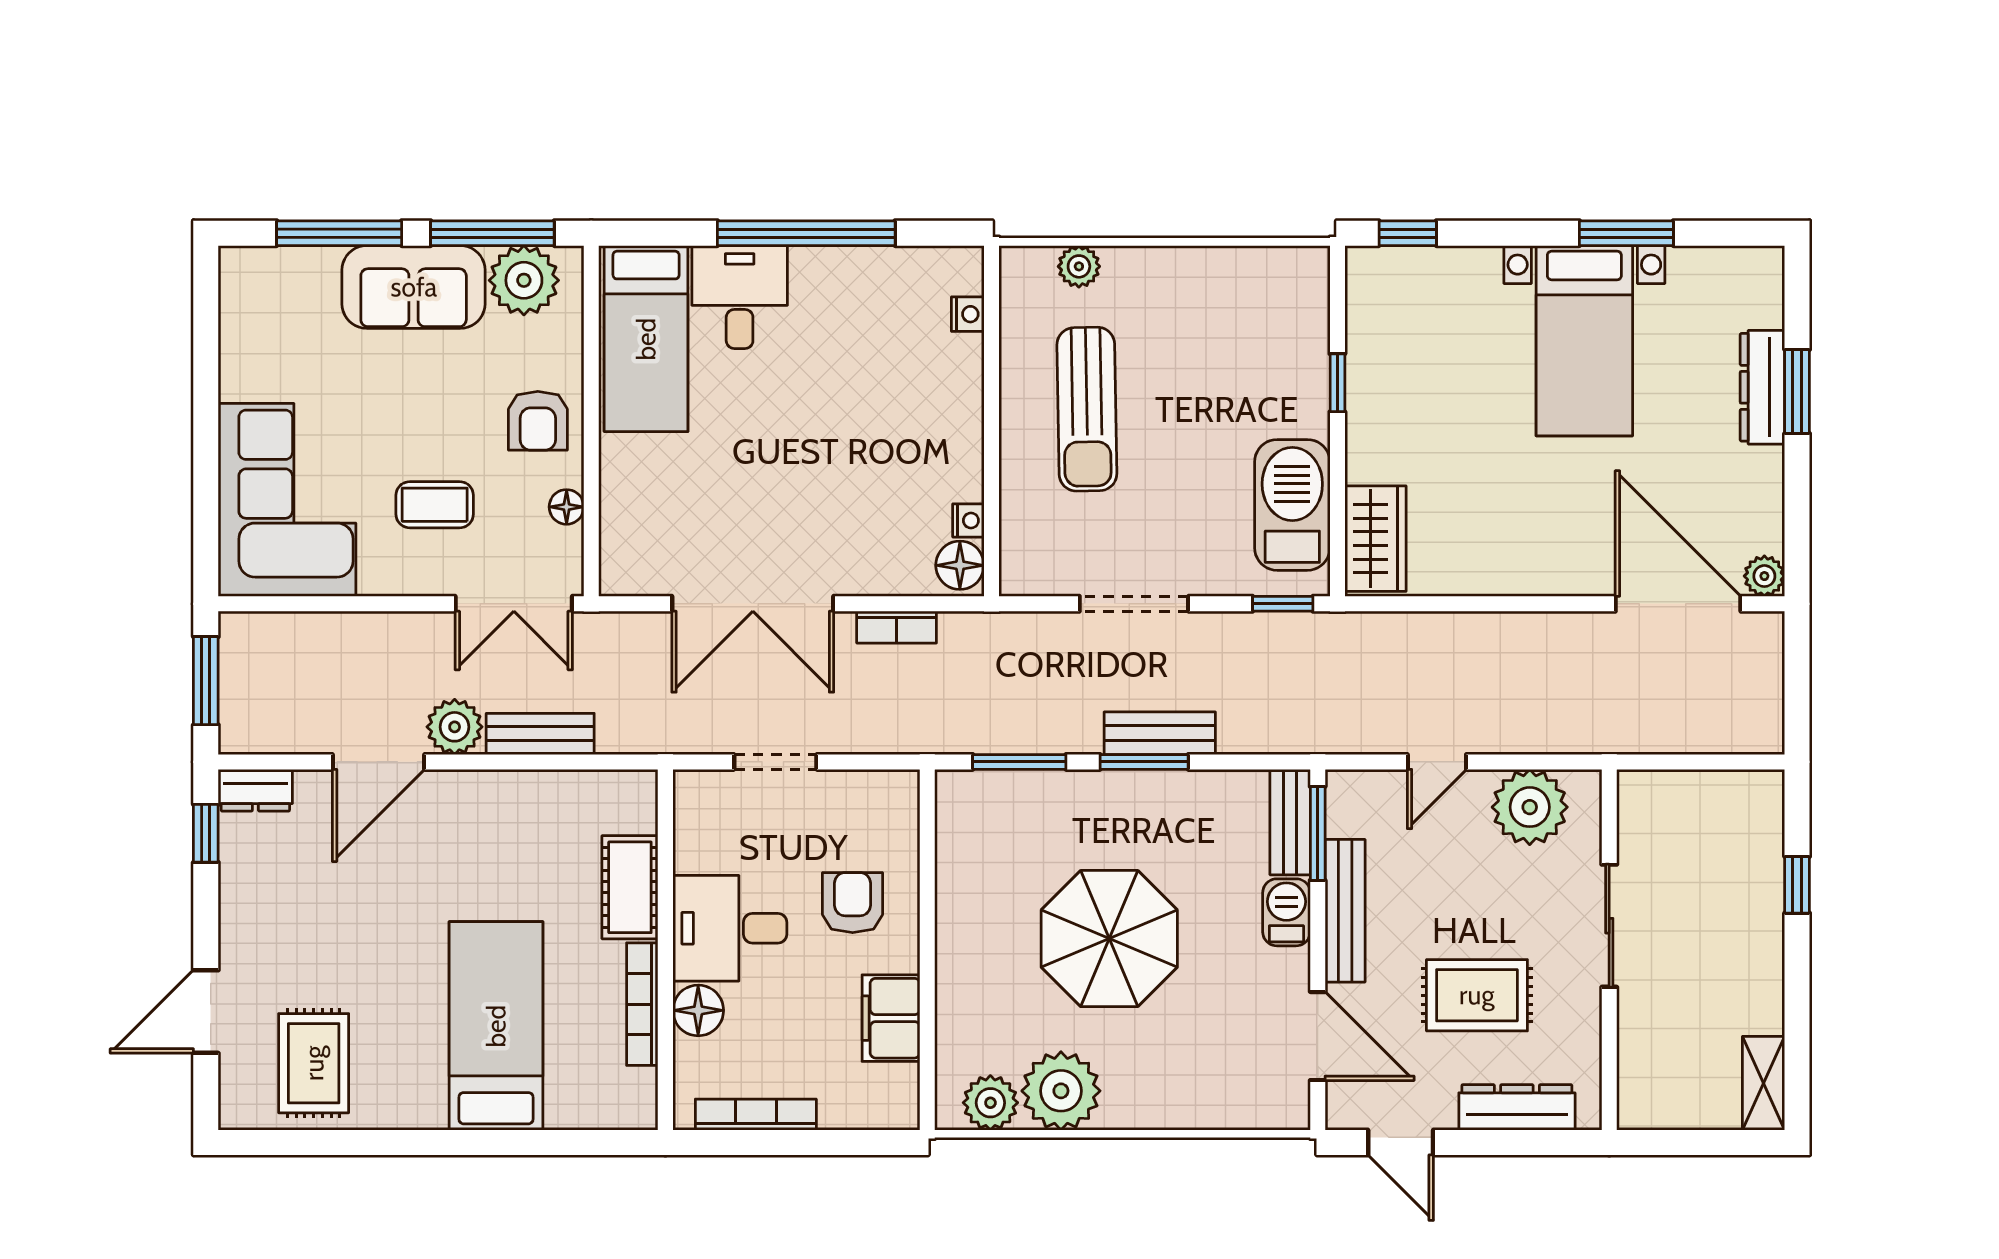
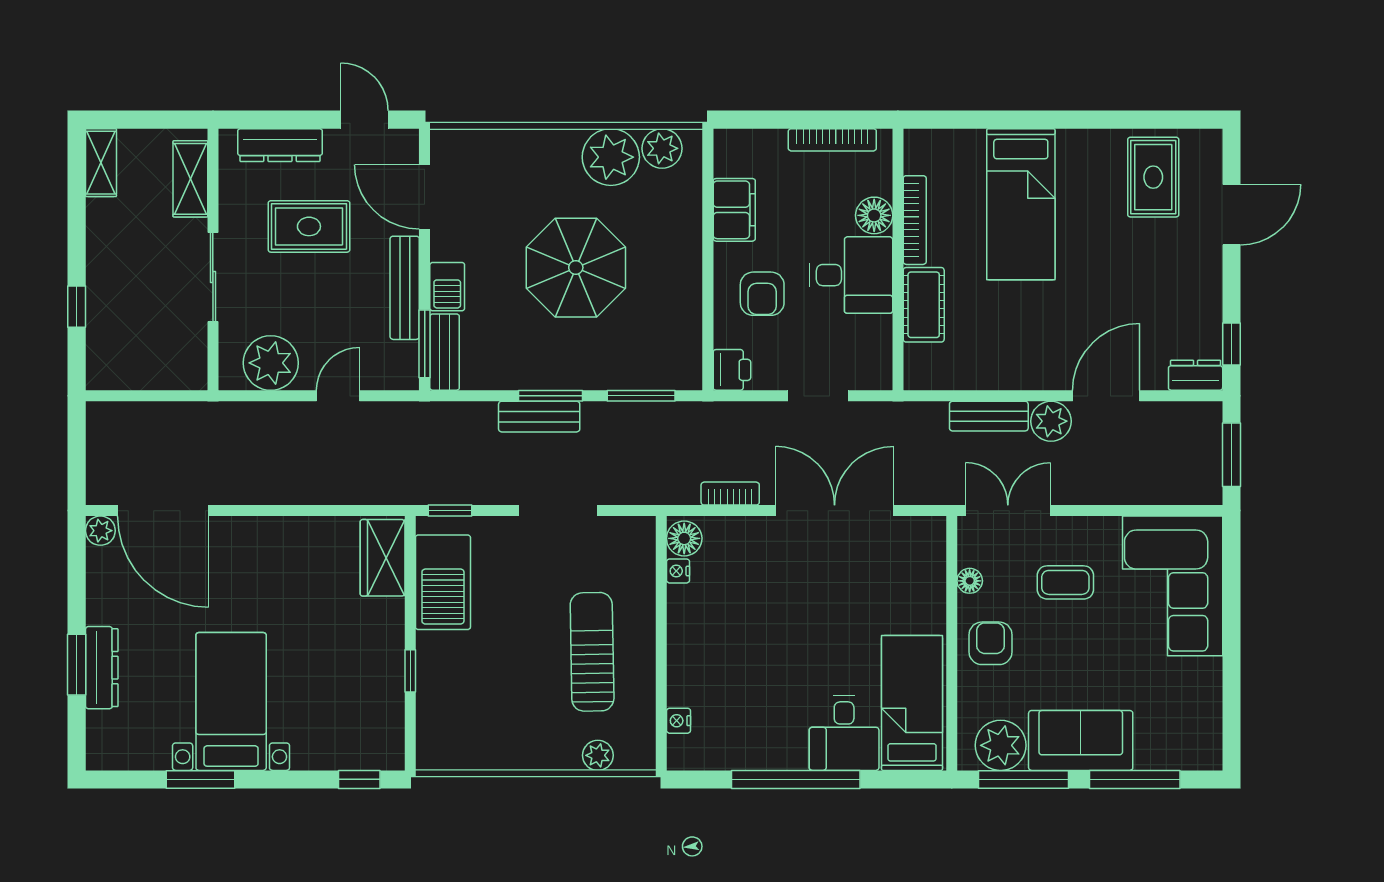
printer: (894, 798) -> (732, 370), added
shelving: (1640, 1061) -> (190, 179), added

